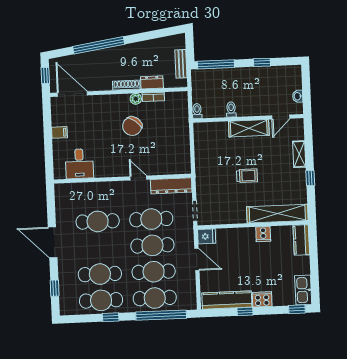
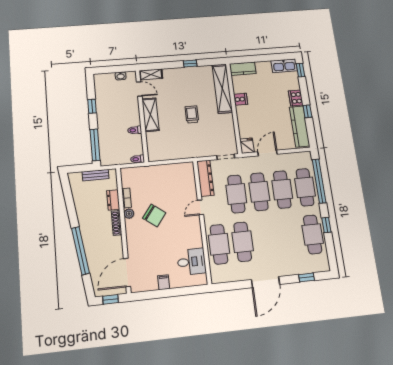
shelving: (299, 154) -> (151, 74), moved
cafe table: (100, 274) -> (219, 244), moved

